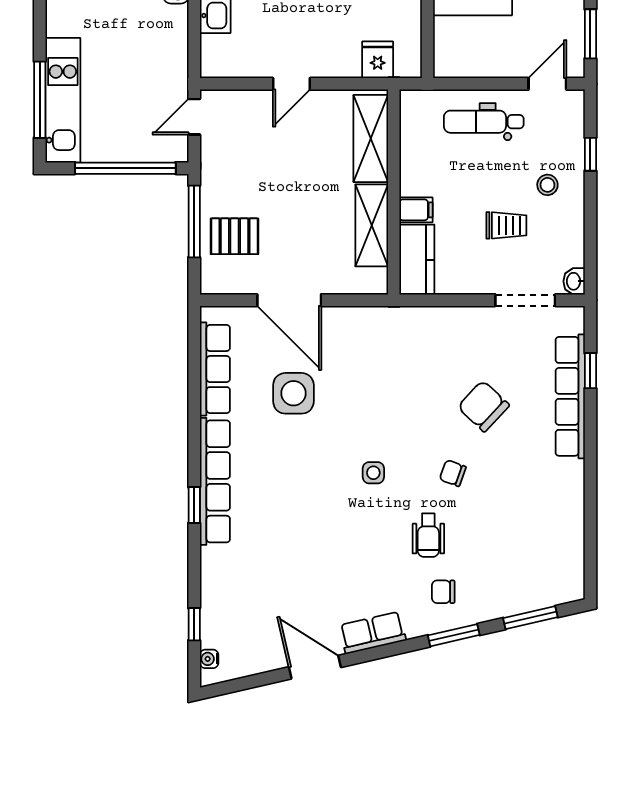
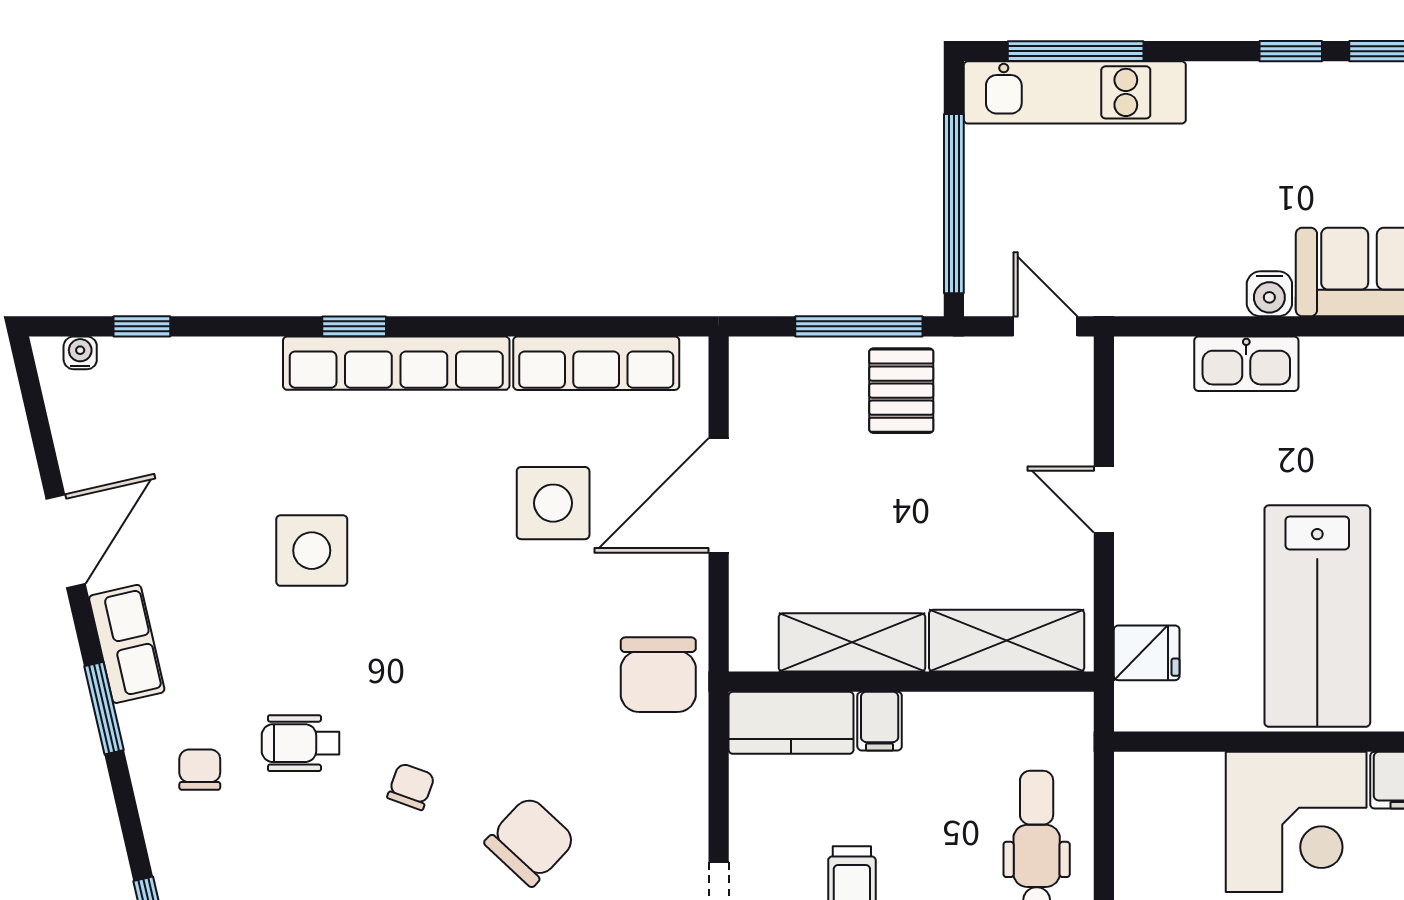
pallet: (235, 236) -> (901, 391), moved
chair: (390, 334) -> (658, 675), added
side table: (373, 473) -> (312, 551), moved, width x1.87, depth x1.87
window: (454, 635) -> (104, 708), moved

